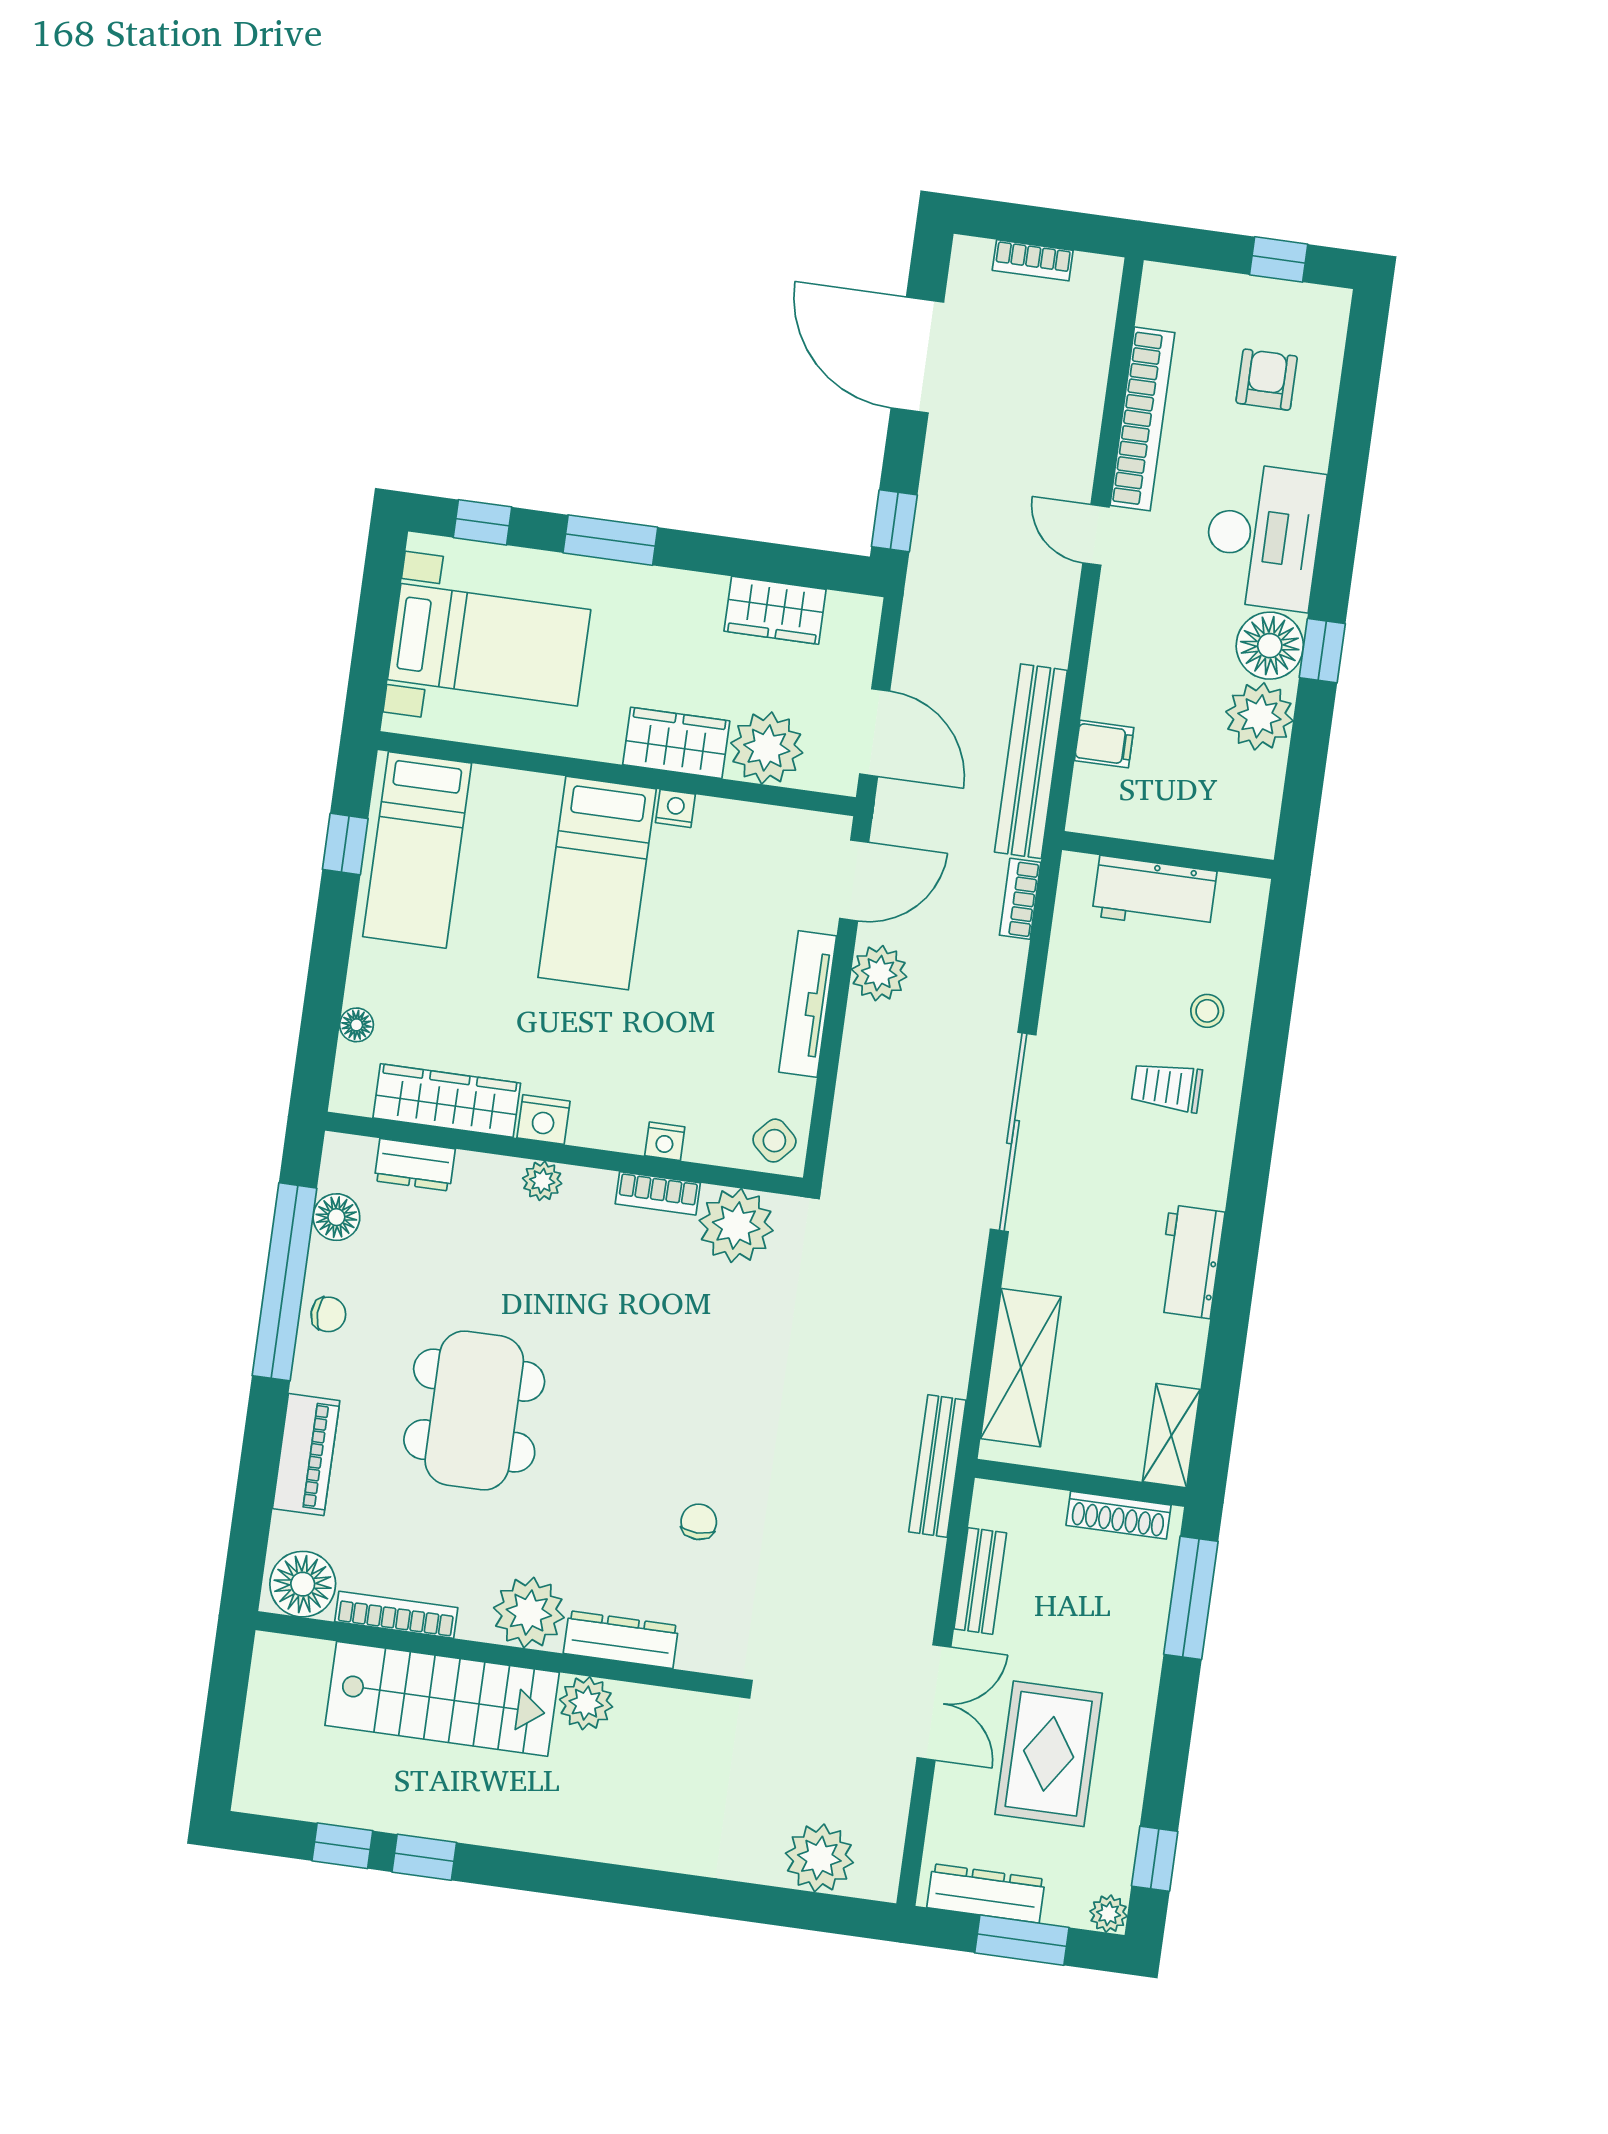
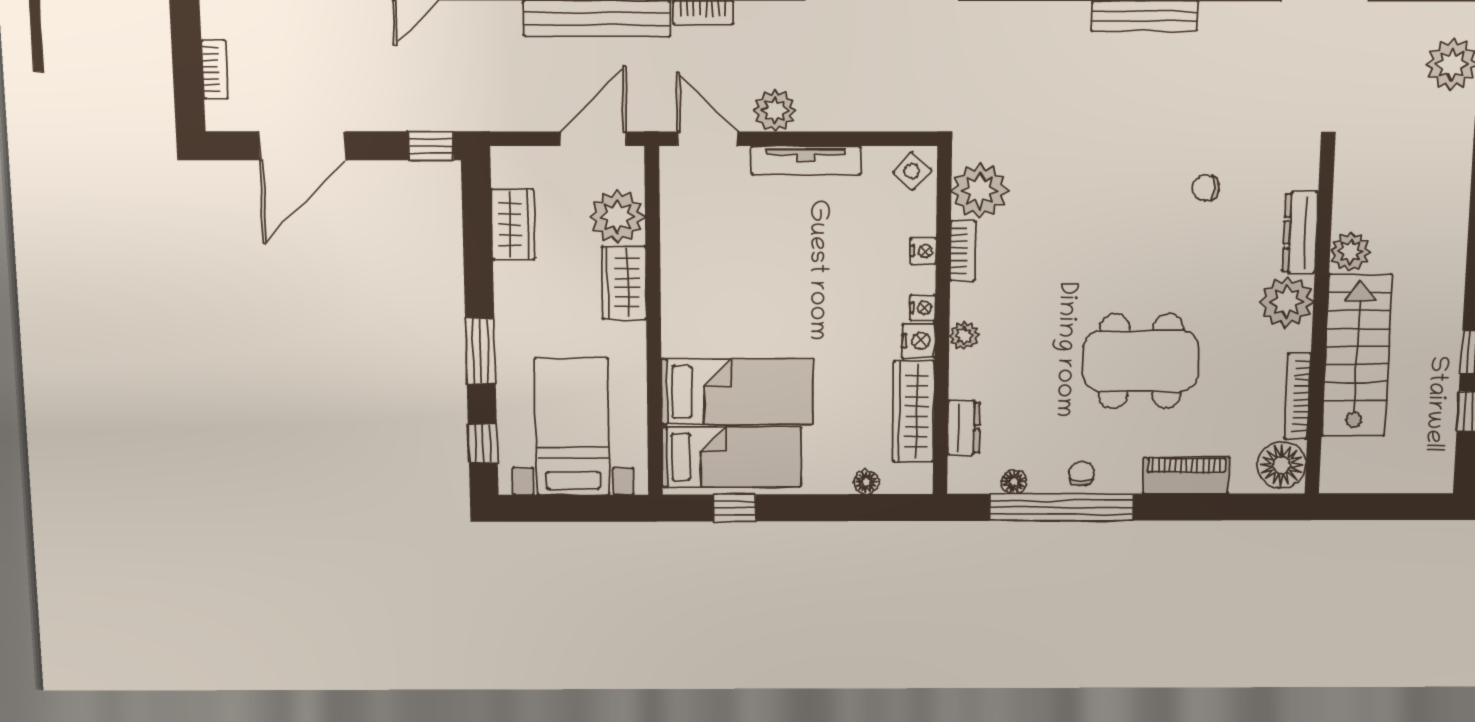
nightstand: (675, 808) -> (923, 308), moved, turned 180
bed: (597, 883) -> (737, 392), moved
floor lamp: (336, 1217) -> (1014, 482), width x0.73, depth x0.73

